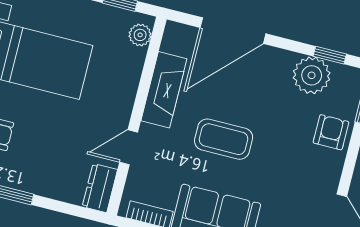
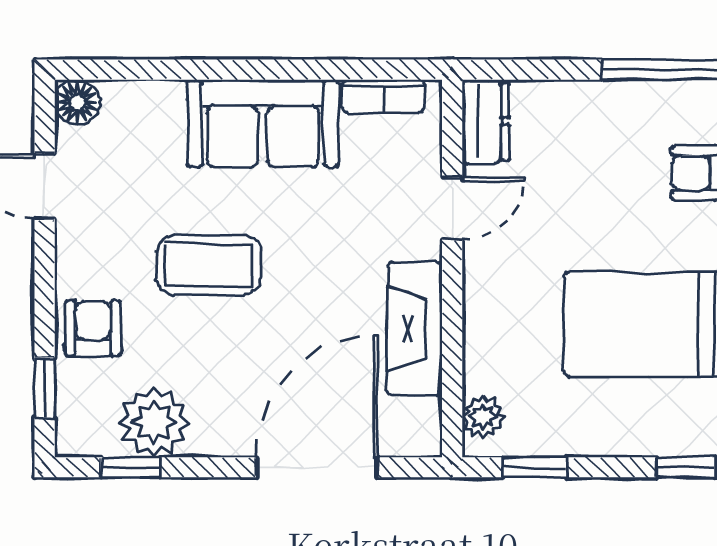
armchair: (331, 132) -> (93, 328), turned 180
coffee table: (224, 139) -> (209, 265), moved

